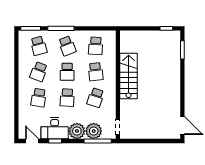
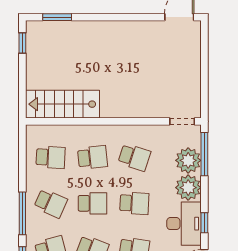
school desk: (67, 46) -> (51, 203), turned 45
stairs: (129, 76) -> (63, 104), moved

